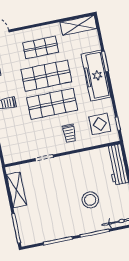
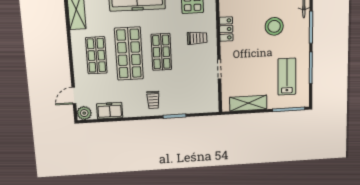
shop shelf: (52, 104) -> (161, 52), width x0.70, depth x0.74
locker: (81, 158) -> (226, 29), added
lab bench: (46, 220) -> (287, 77), added

